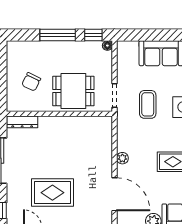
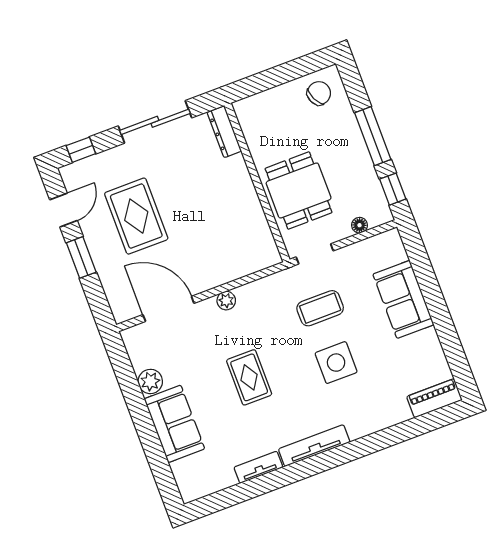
floor lamp: (107, 46) -> (359, 225), moved
chair: (31, 82) -> (319, 93), moved, turned 129
door: (114, 194) -> (168, 309), swing flipped

